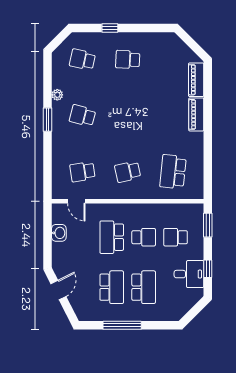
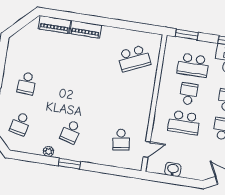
school desk: (128, 172) -> (127, 99), removed
school desk: (173, 172) -> (134, 58), turned -30
school desk: (176, 237) -> (193, 65), width x1.85

